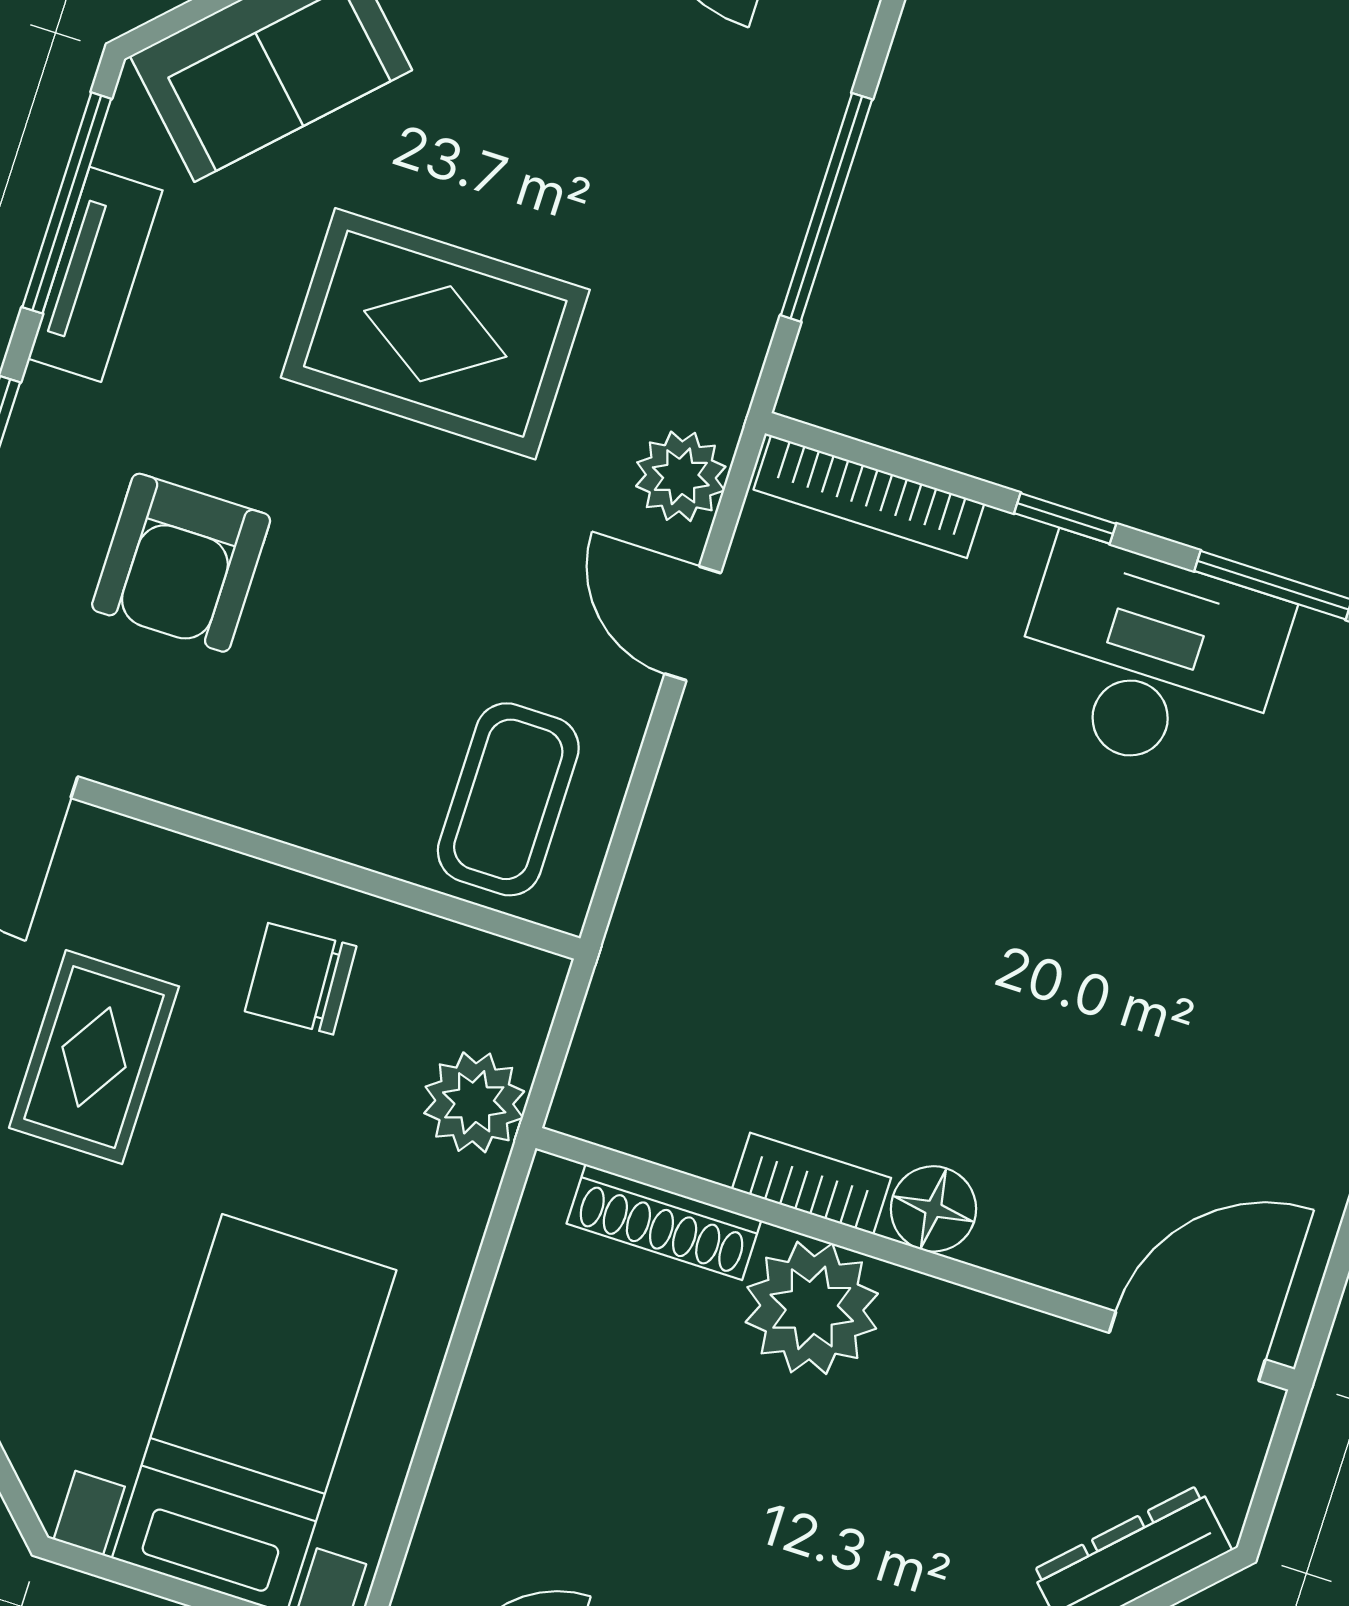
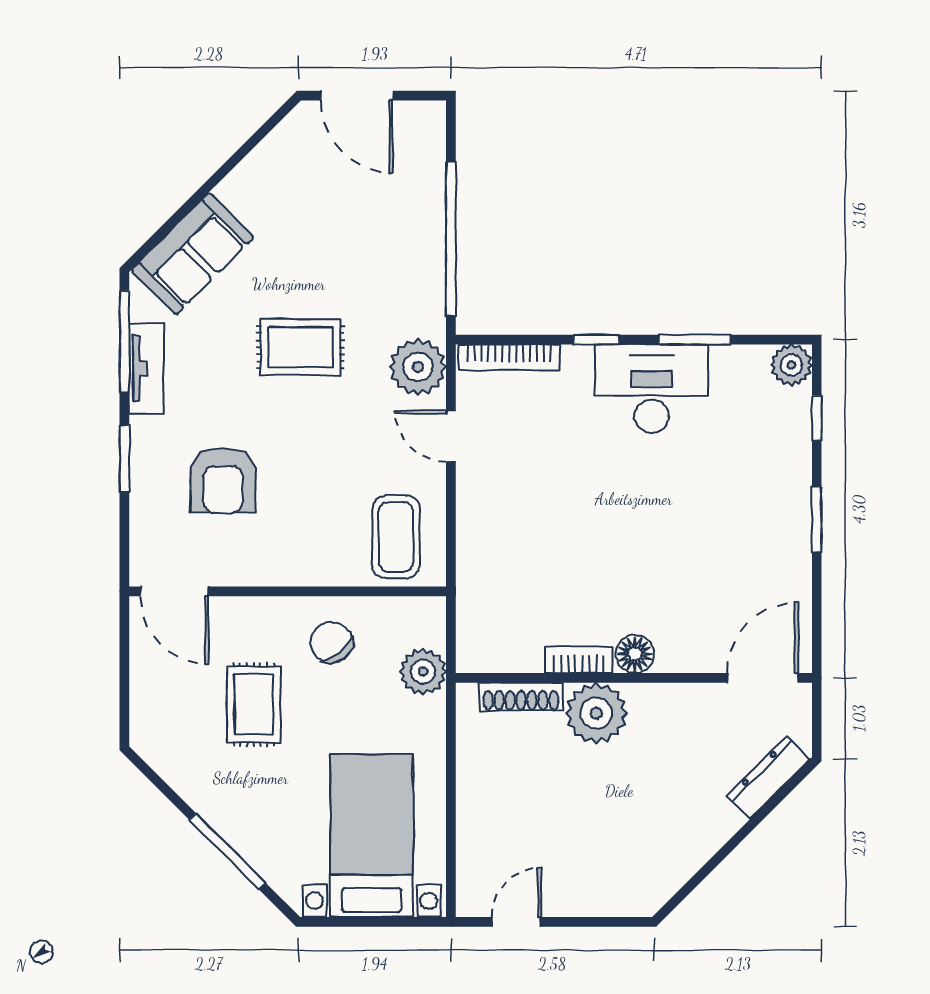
window: (826, 207) -> (451, 239), width x1.46
rug: (435, 334) -> (301, 347), width x0.73, depth x0.70
plant: (681, 476) -> (418, 367), width x1.36, depth x1.36
chair: (301, 979) -> (332, 642), turned 54

